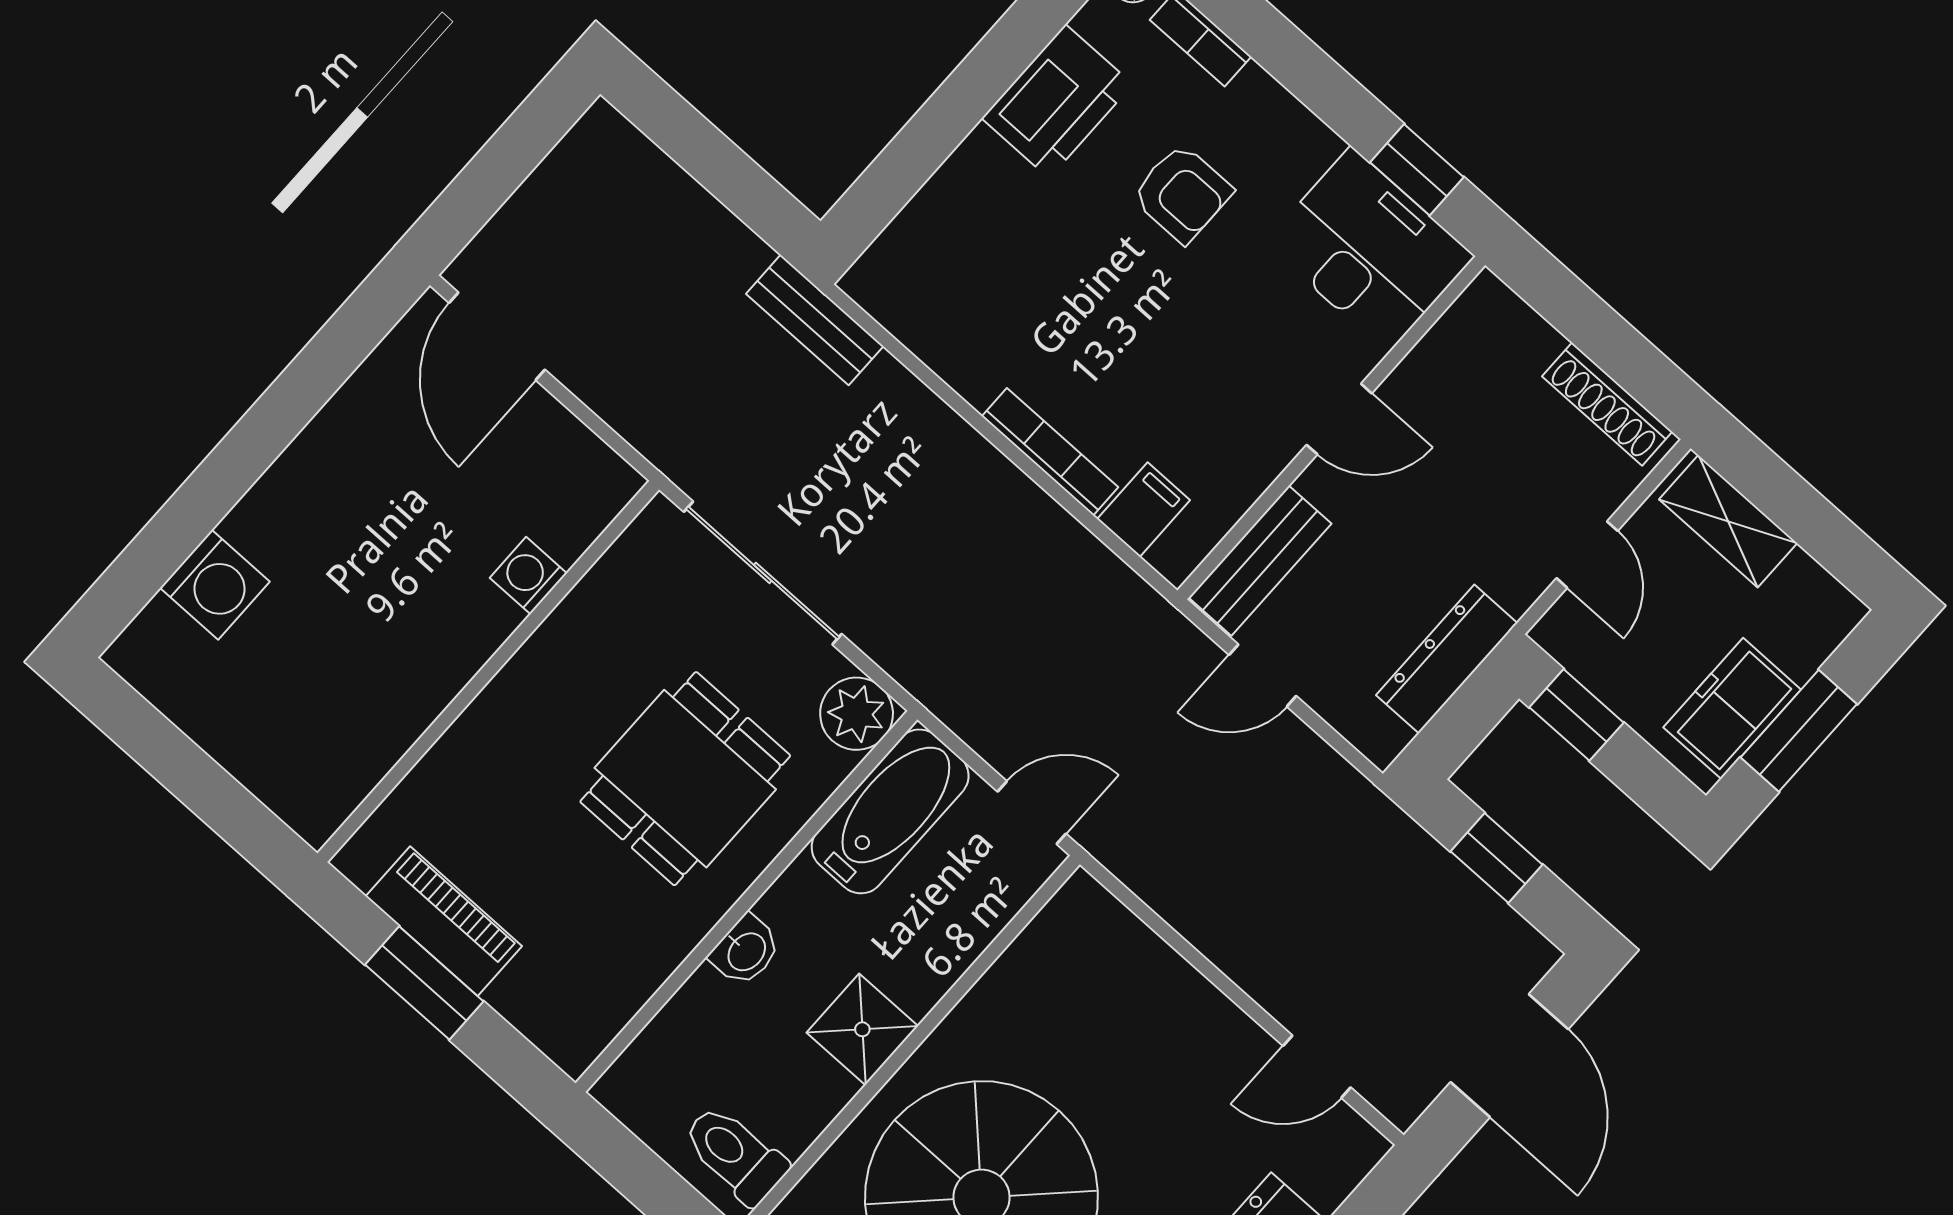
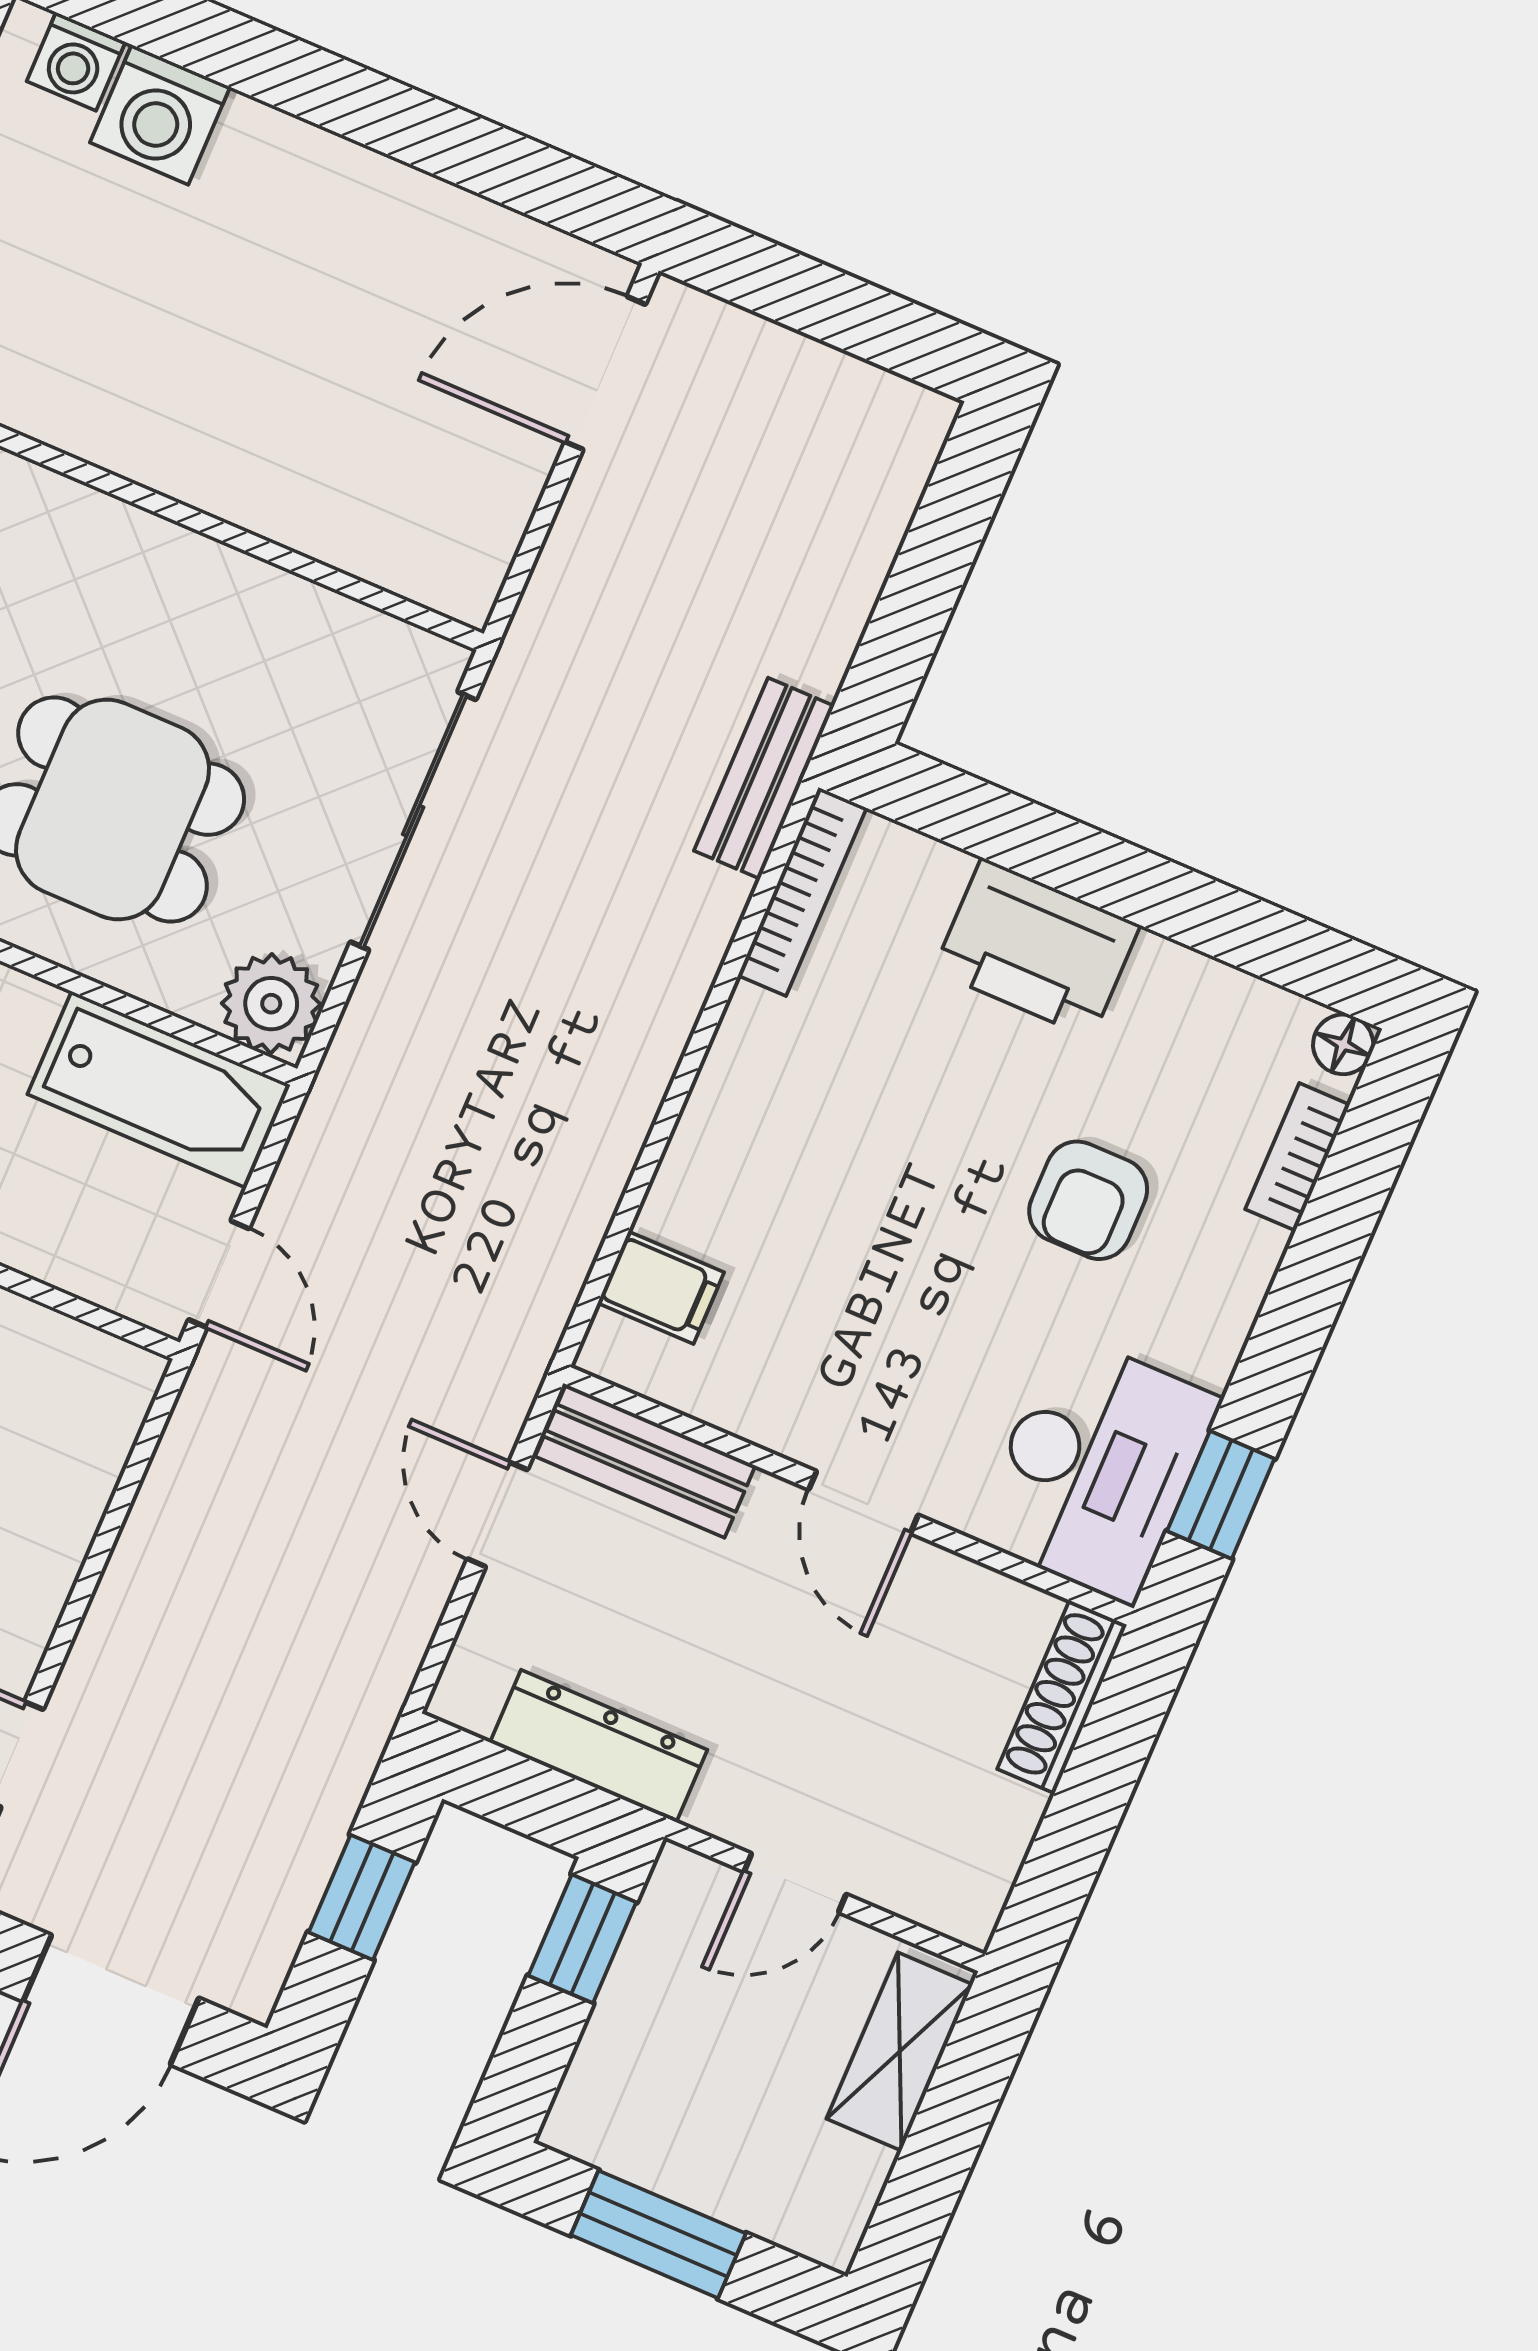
printer: (1057, 101) -> (1037, 948), moved
shoe rack: (1607, 404) -> (1062, 1697), moved
bookcase: (1050, 452) -> (802, 892), moved
washing machine: (528, 576) -> (76, 62), moved, turned 180
freezer: (1732, 708) -> (658, 2138), removed

